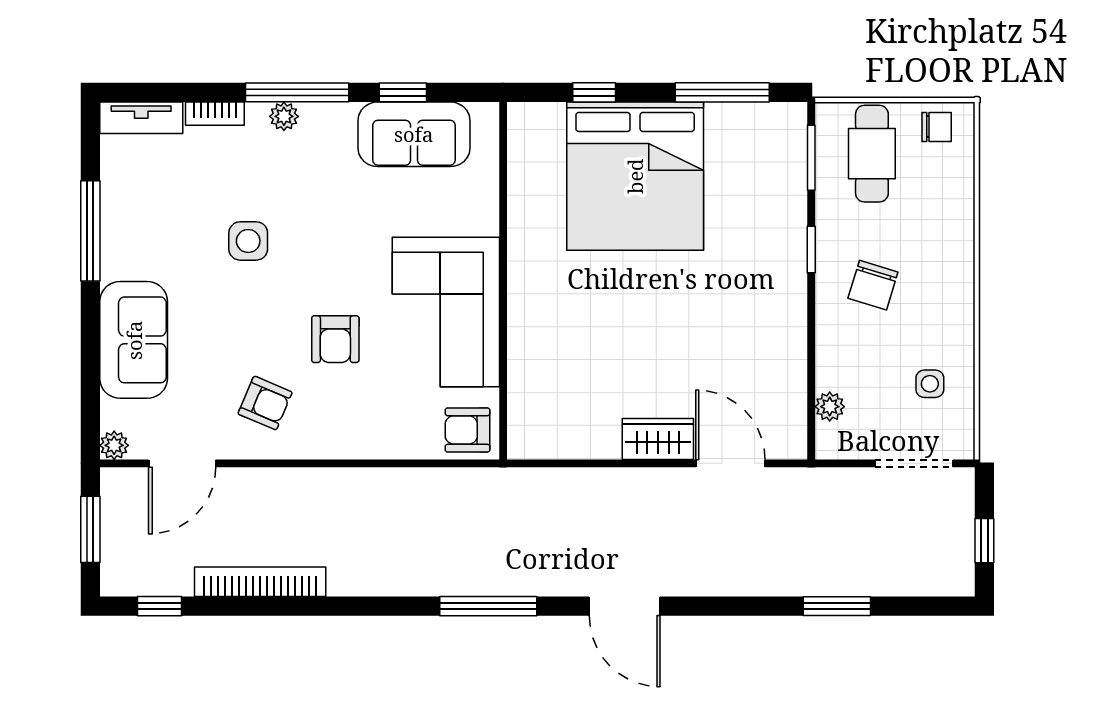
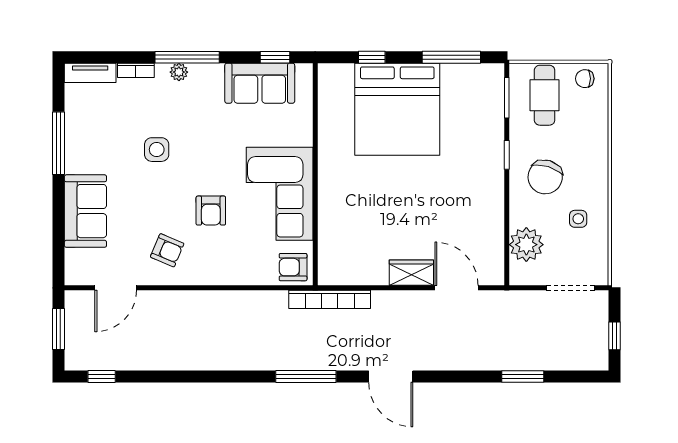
window: (403, 92) -> (275, 57), moved
chair: (937, 127) -> (585, 79), turned 180
chair: (873, 285) -> (545, 177), width x1.37, depth x1.37
side table: (930, 384) -> (578, 219), moved
plant: (830, 407) -> (526, 245), width x1.88, depth x1.88
plant: (114, 445) -> (73, 277), removed
bookcase: (260, 582) -> (330, 299), moved, turned 180

